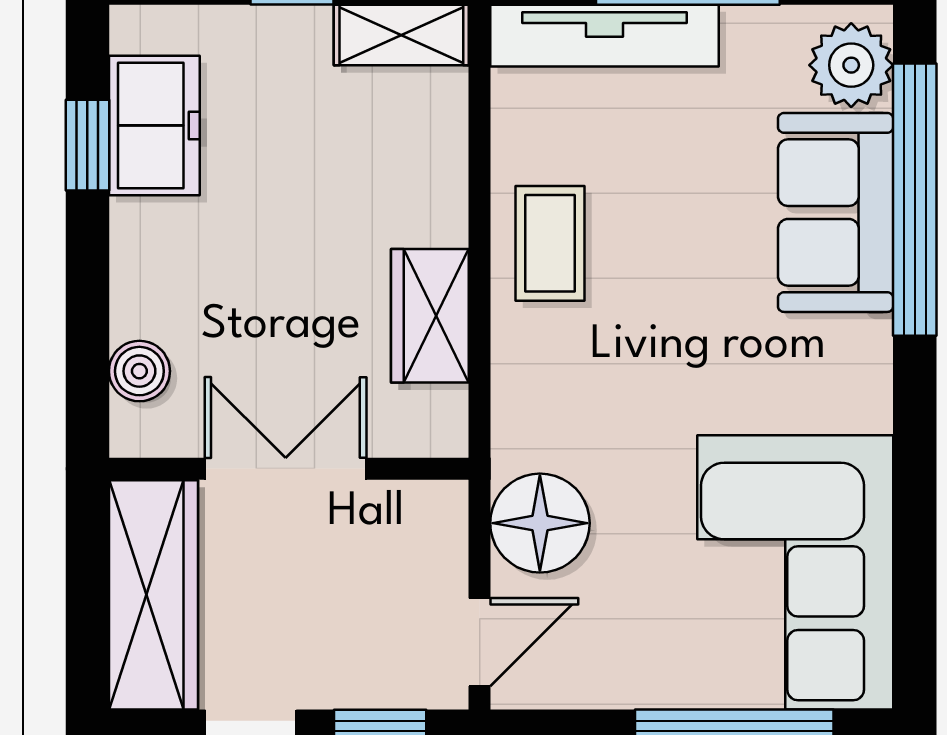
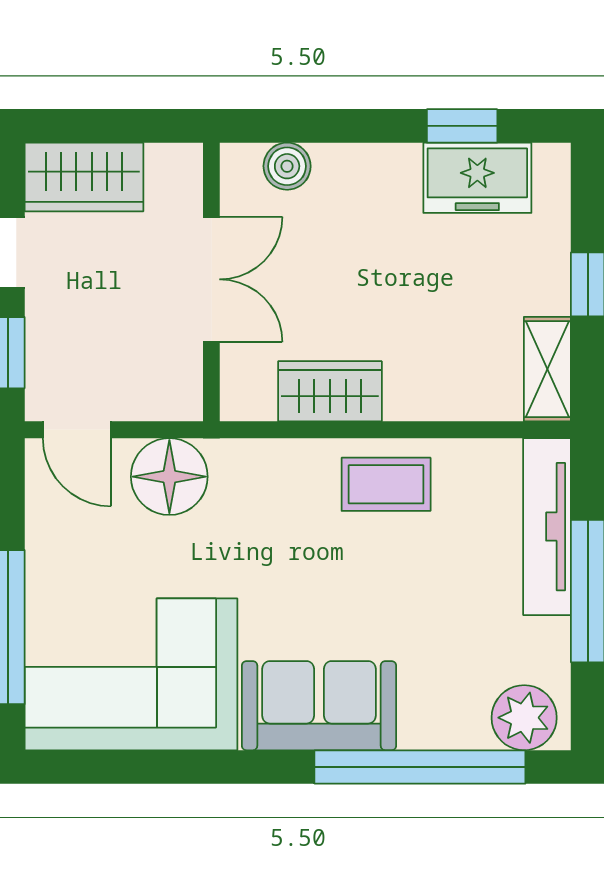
sofa: (836, 212) -> (319, 706), moved
wardrobe: (153, 595) -> (84, 177), width x0.67

